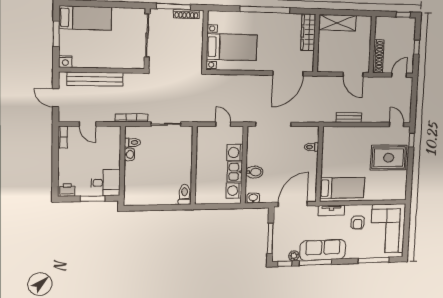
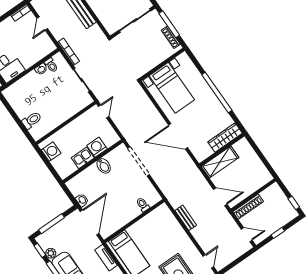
shelving: (337, 23) -> (220, 162), moved, turned 90
door: (288, 73) -> (178, 136), moved
door: (353, 74) -> (220, 197), swing flipped
door: (223, 124) -> (104, 111), moved
bidet: (254, 172) -> (104, 166), moved
washing machine: (234, 191) -> (51, 152), moved, turned 90
toilet: (184, 195) -> (32, 120), moved
washbasin: (253, 198) -> (82, 200), moved
door: (293, 204) -> (90, 222), hinge flipped

